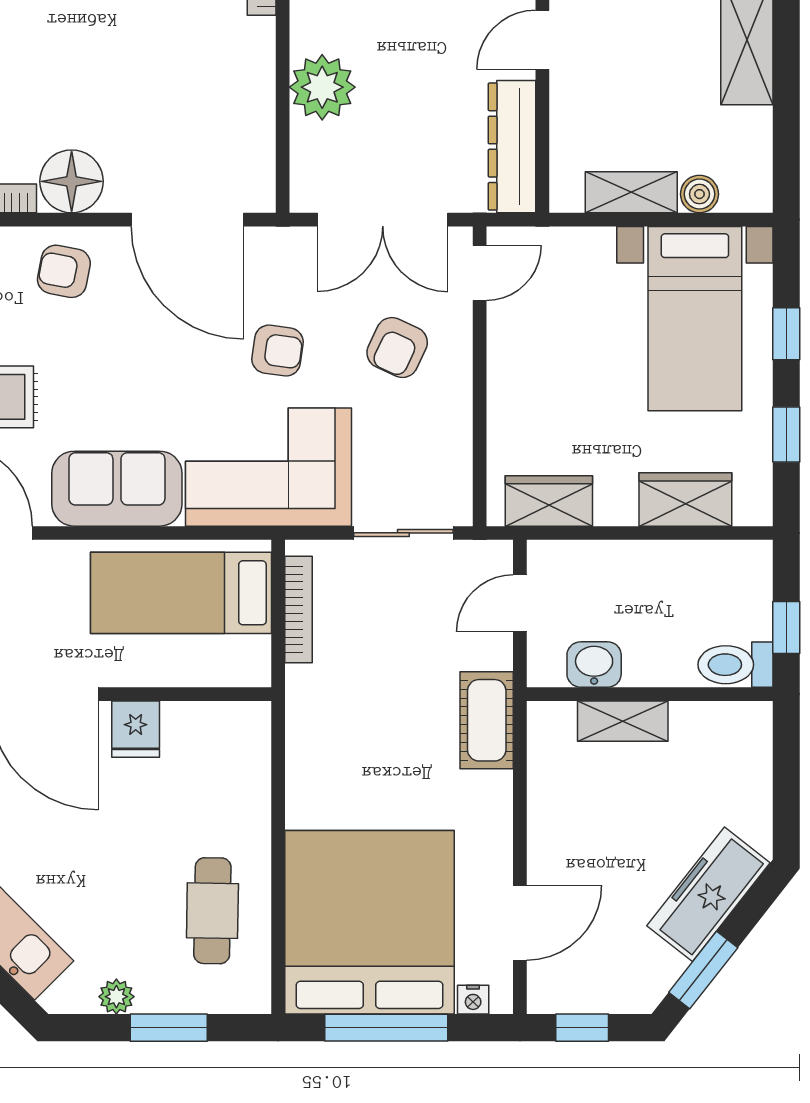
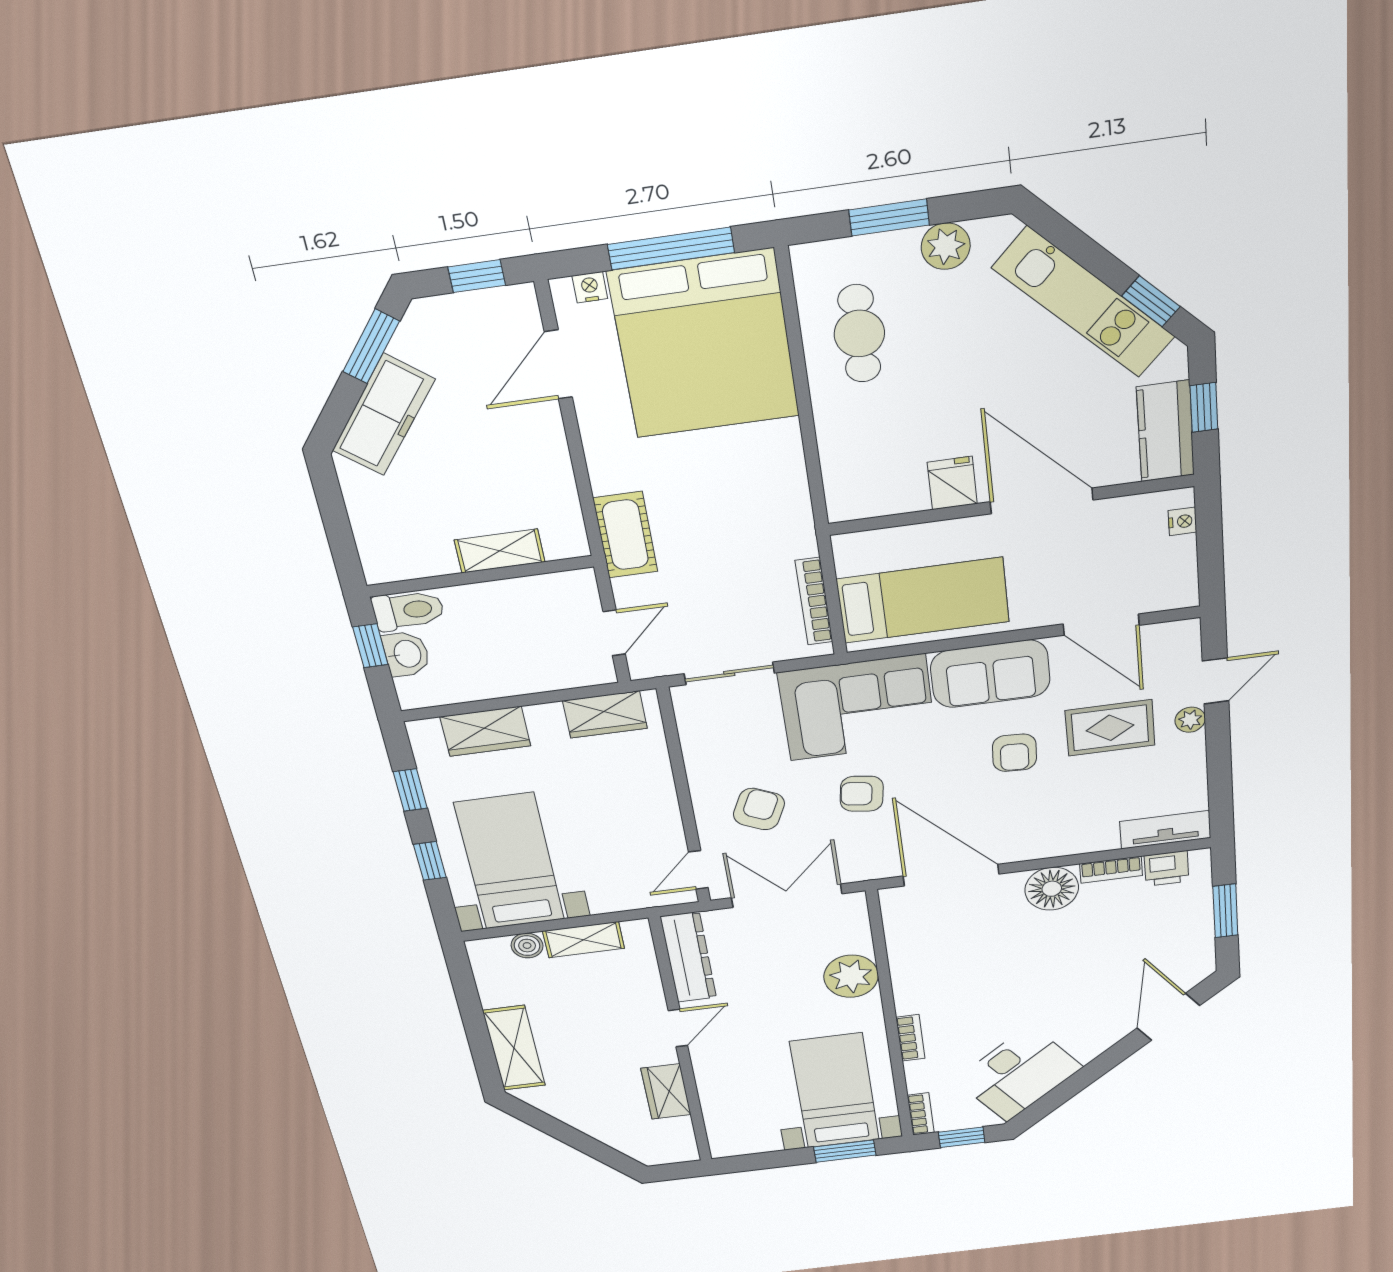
armchair: (64, 271) -> (1014, 753), moved, turned 82
washbasin: (594, 665) -> (406, 654), moved, turned -90
plant: (116, 997) -> (946, 246), width x1.38, depth x1.38

